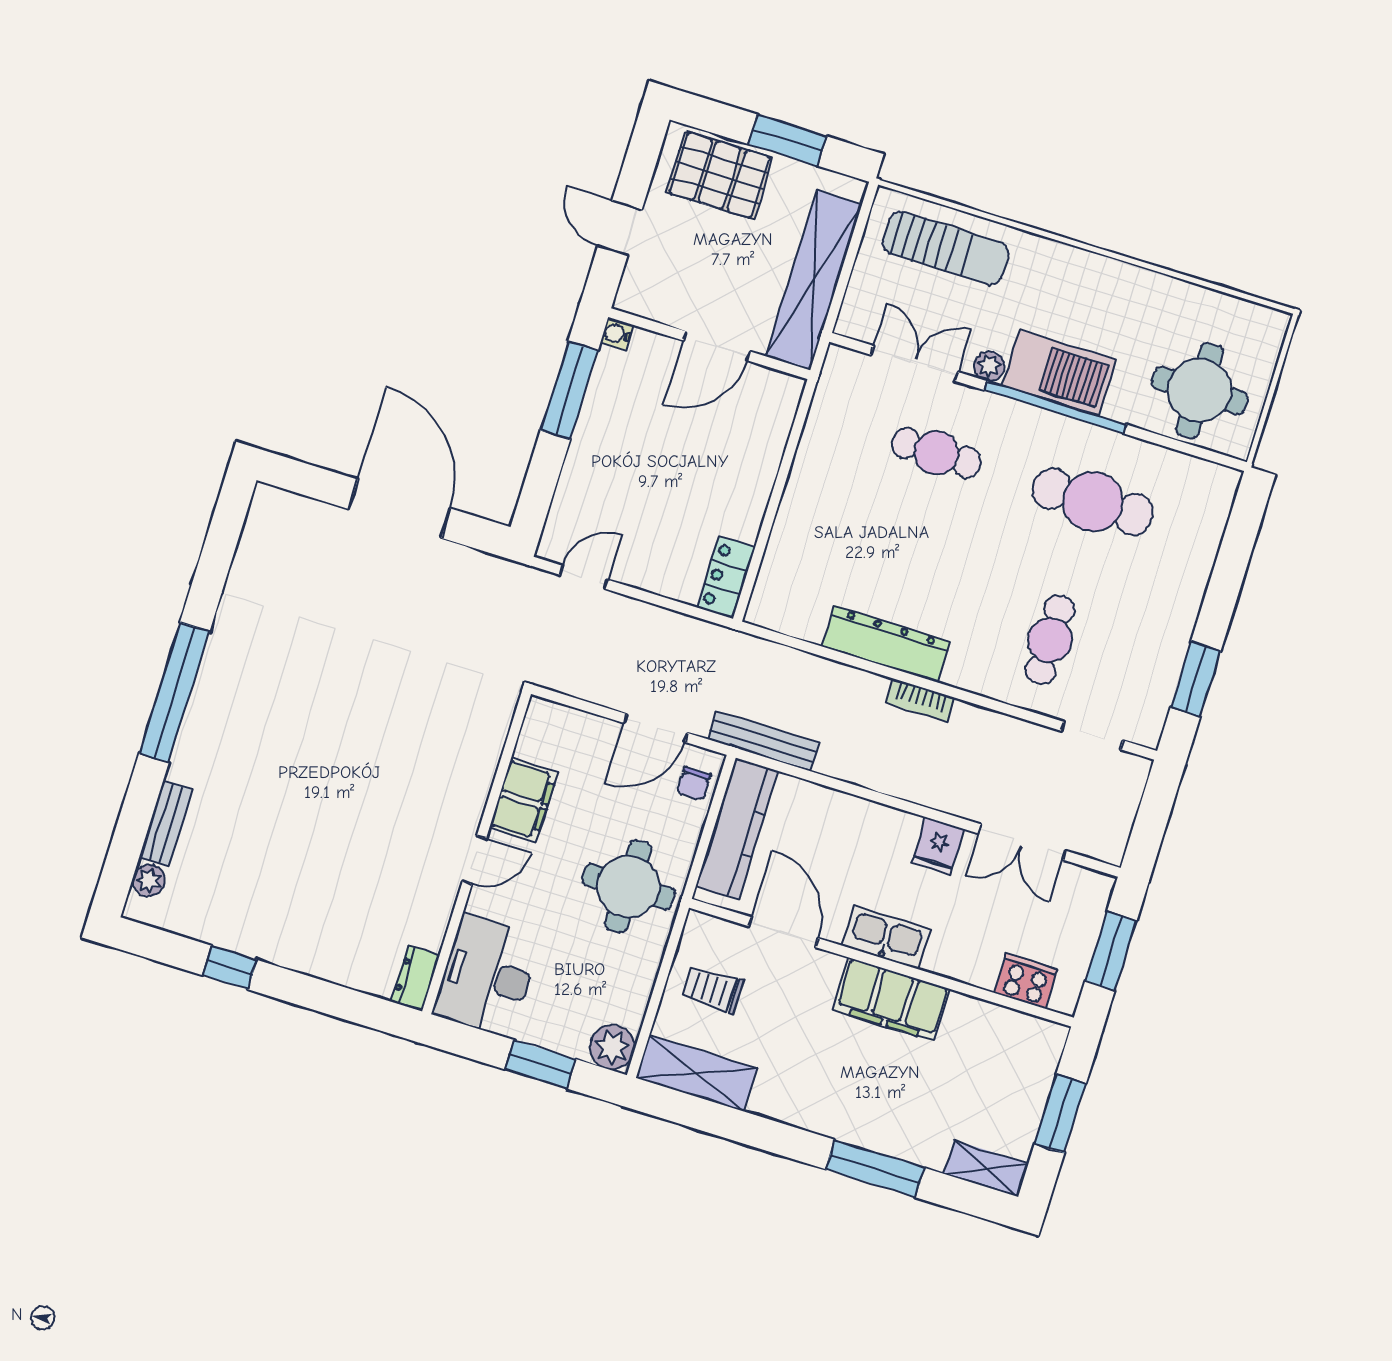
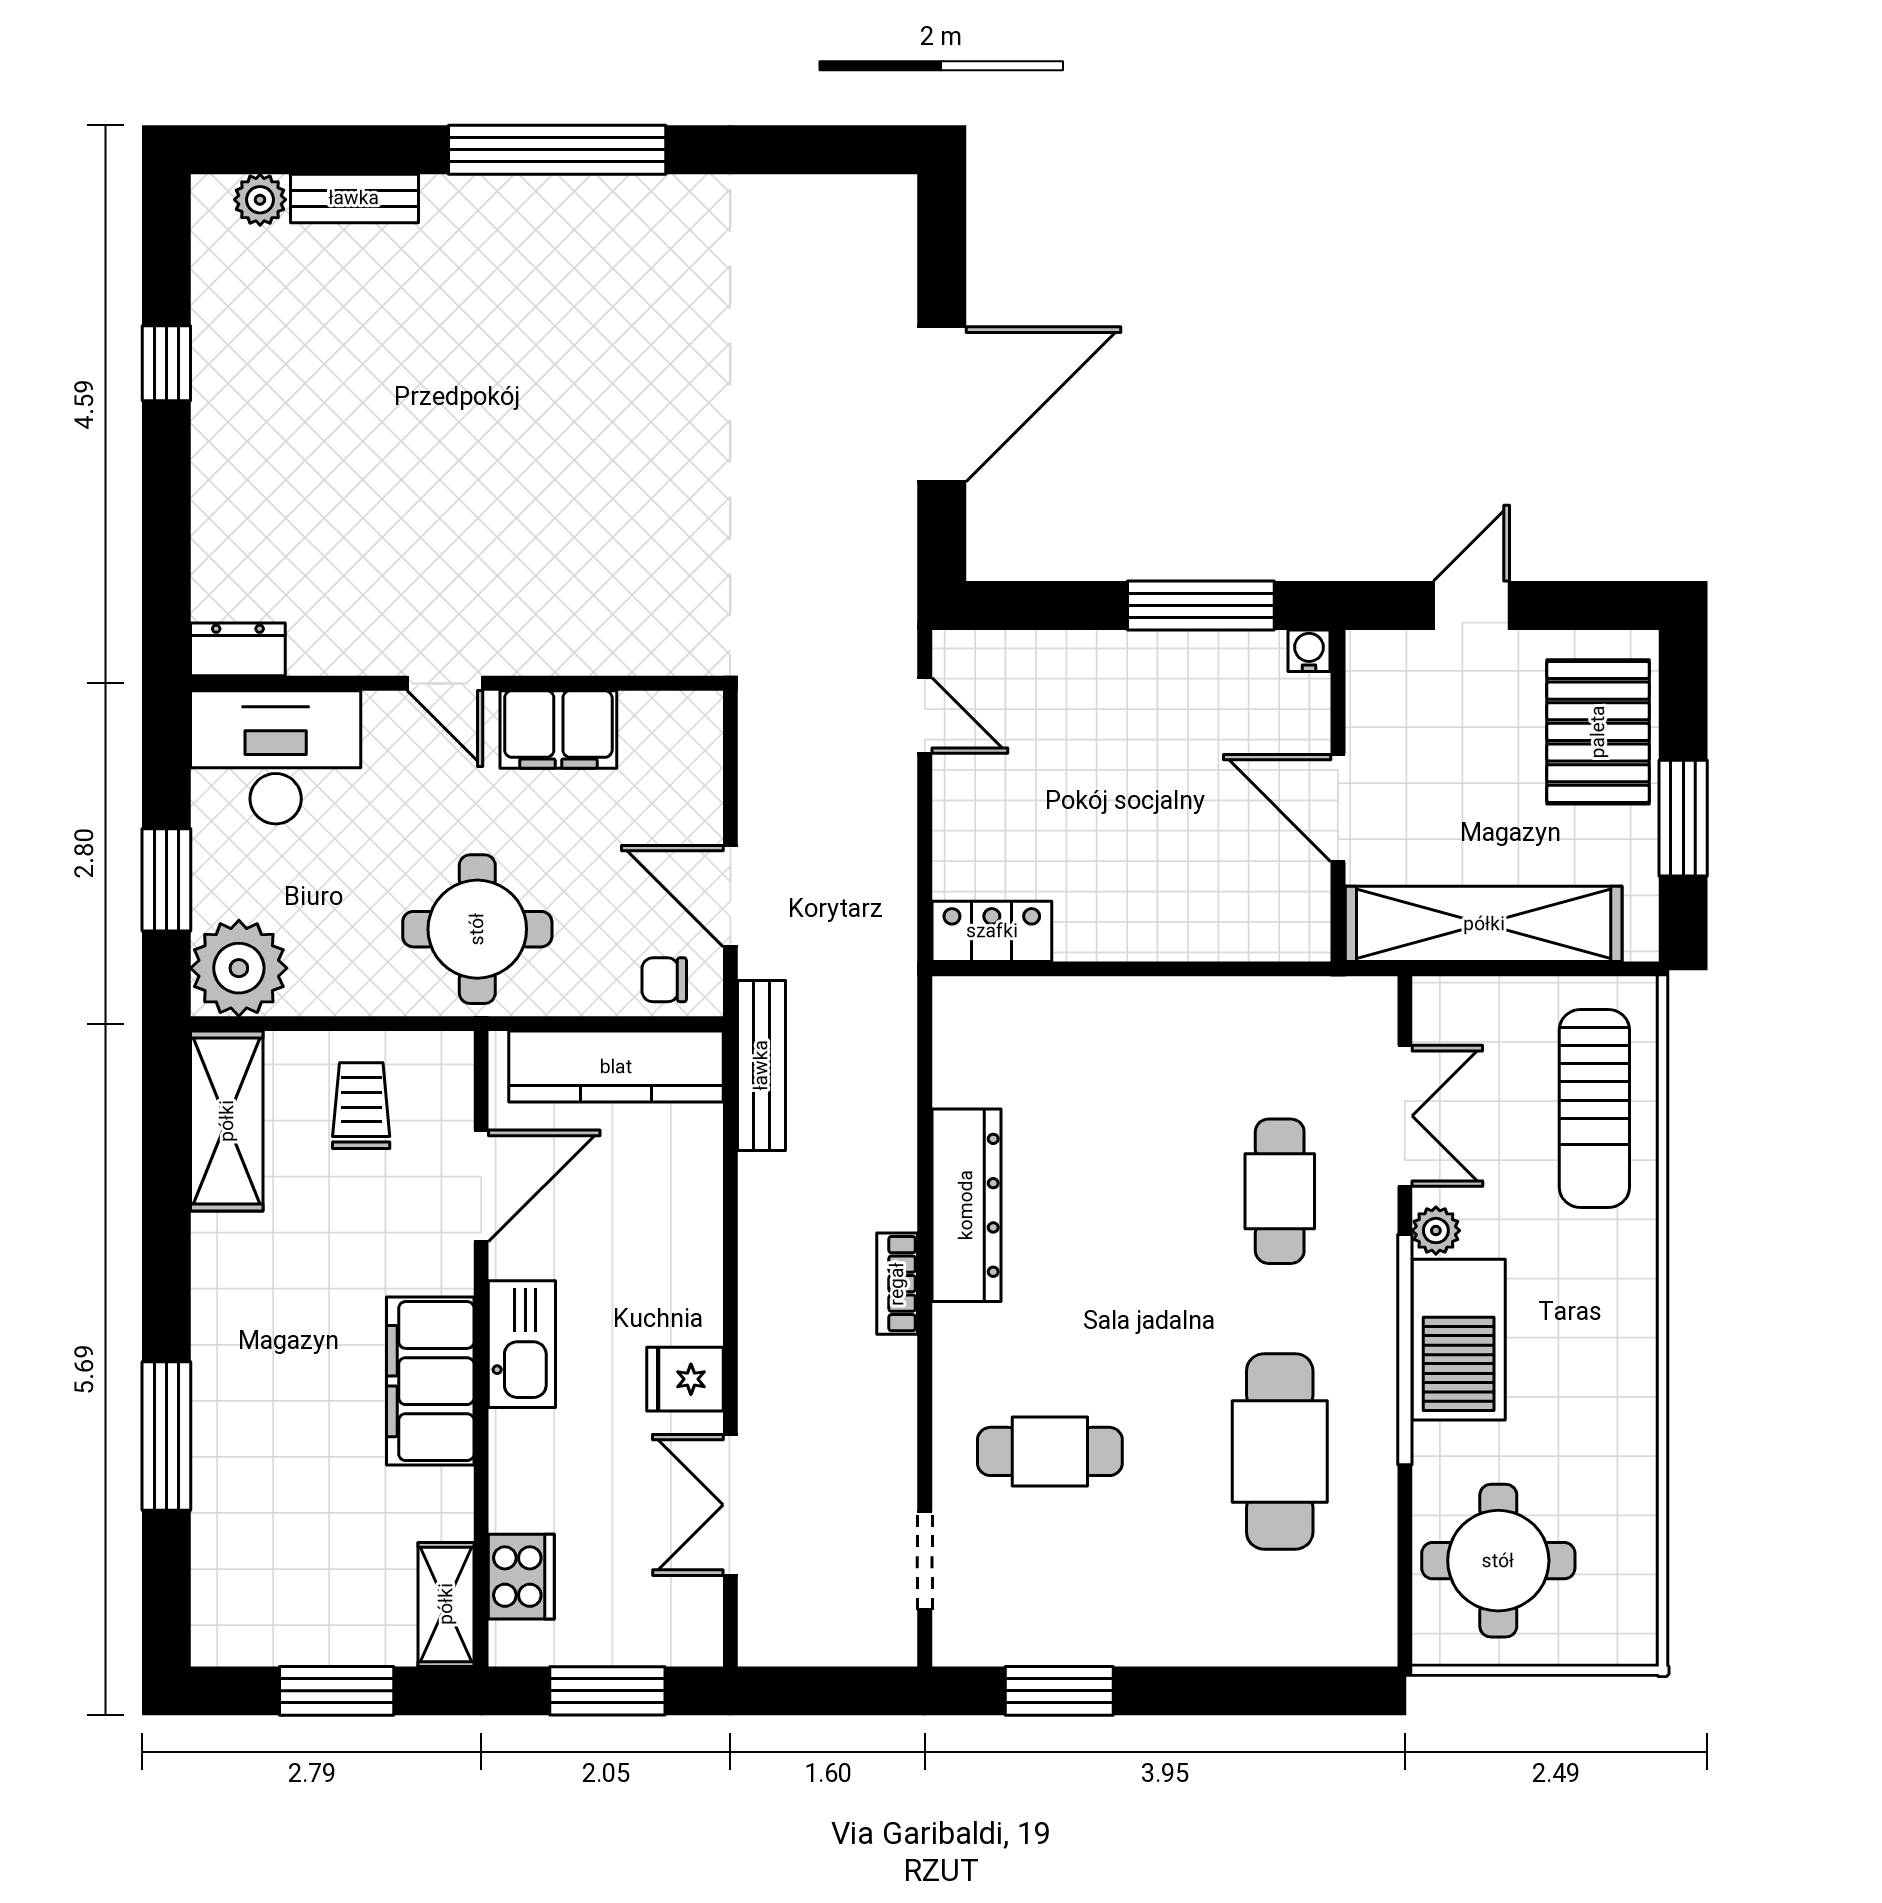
plant: (612, 1047) -> (239, 968), width x1.36, depth x1.36
shelving: (986, 1169) -> (446, 1604), moved

